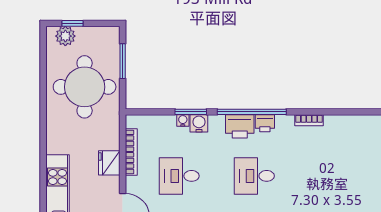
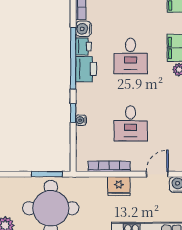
window: (123, 61) -> (47, 174), moved
window: (191, 112) -> (73, 113), width x0.67
water cooler: (199, 123) -> (83, 29), moved

